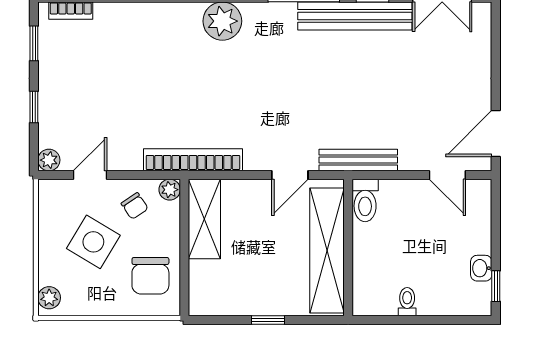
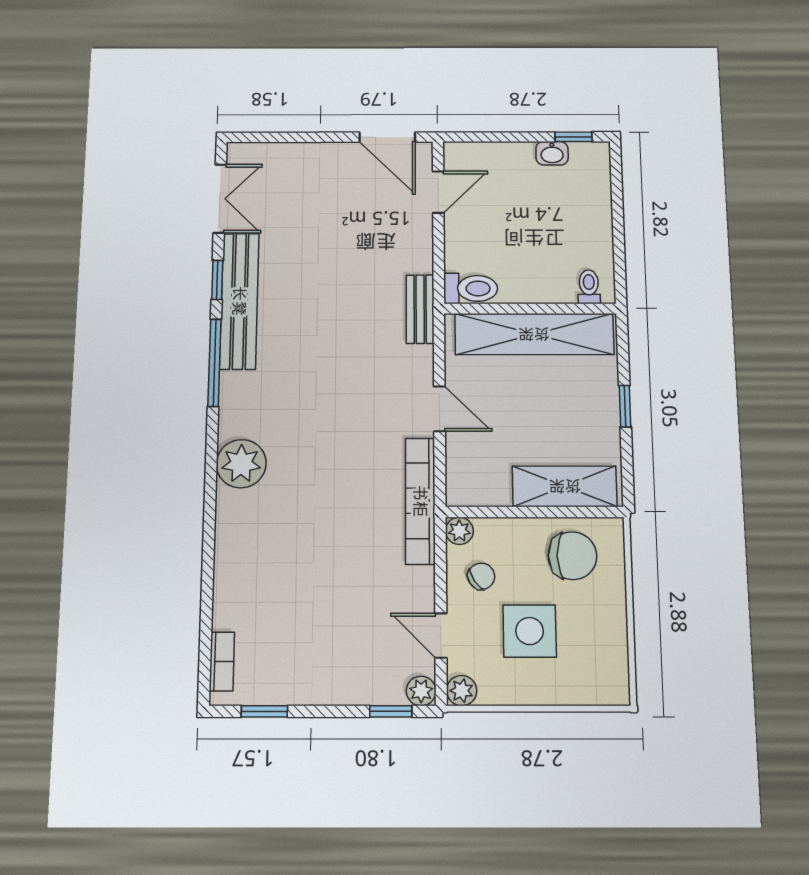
window: (34, 107) -> (391, 711), moved
bench: (358, 160) -> (420, 309), width x0.73
door: (290, 175) -> (440, 409), moved
shelving: (204, 219) -> (565, 486), moved
side table: (93, 242) -> (530, 631), turned -31
plant: (49, 298) -> (462, 691), moved
toilet: (407, 302) -> (589, 287), moved, turned 90

